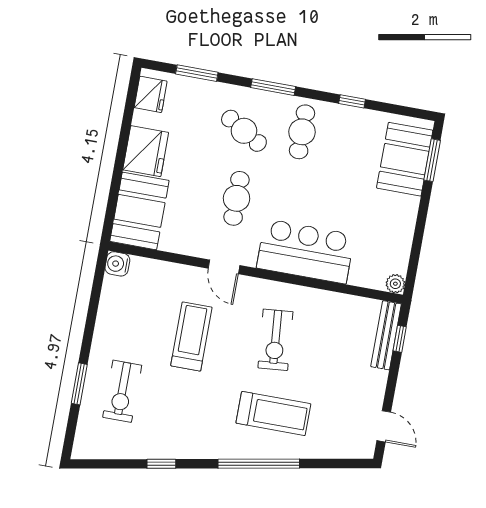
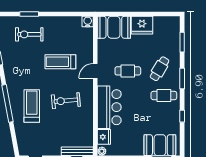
fridge: (151, 94) -> (104, 137), moved, turned -90
treadmill: (191, 336) -> (60, 62), turned 180
treadmill: (273, 413) -> (32, 106), turned 180

